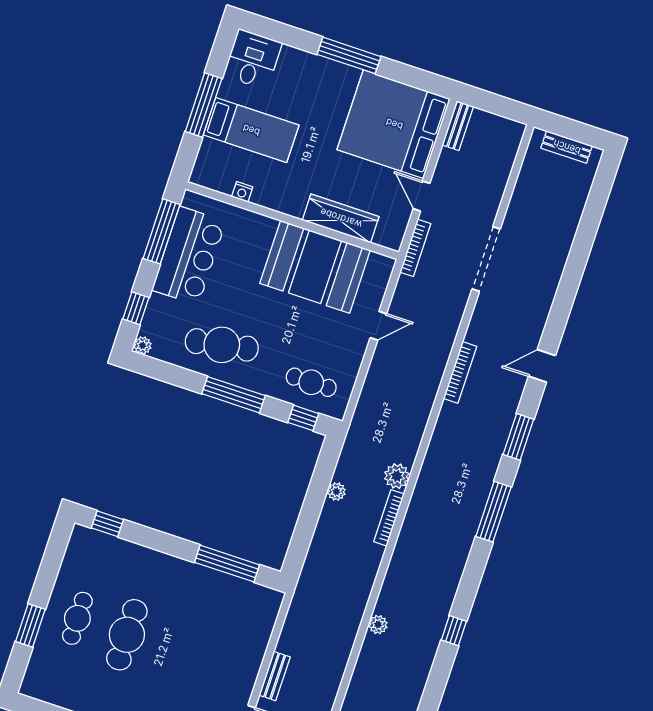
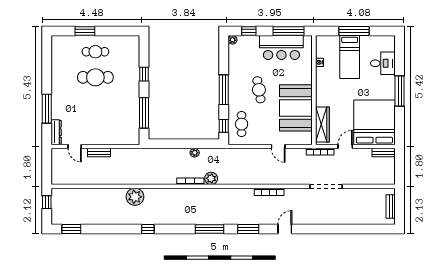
desk: (253, 59) -> (383, 63), moved
wardrobe: (341, 218) -> (322, 124), moved
cafe table: (222, 345) -> (259, 90), moved, width x0.73, depth x0.74
door: (542, 366) -> (285, 229), hinge flipped
window: (107, 524) -> (144, 74), moved
plant: (378, 625) -> (135, 197), width x1.88, depth x1.88

